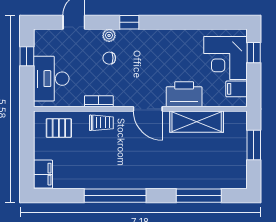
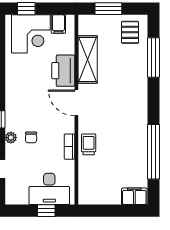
window: (27, 56) -> (46, 211), moved
door: (148, 109) -> (76, 103), swing flipped
pallet: (59, 128) -> (130, 32), moved
window: (115, 196) -> (153, 152), moved

